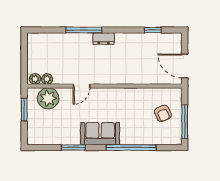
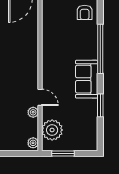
plant: (47, 79) -> (33, 112), moved
armchair: (163, 113) -> (85, 12), moved, turned 114

